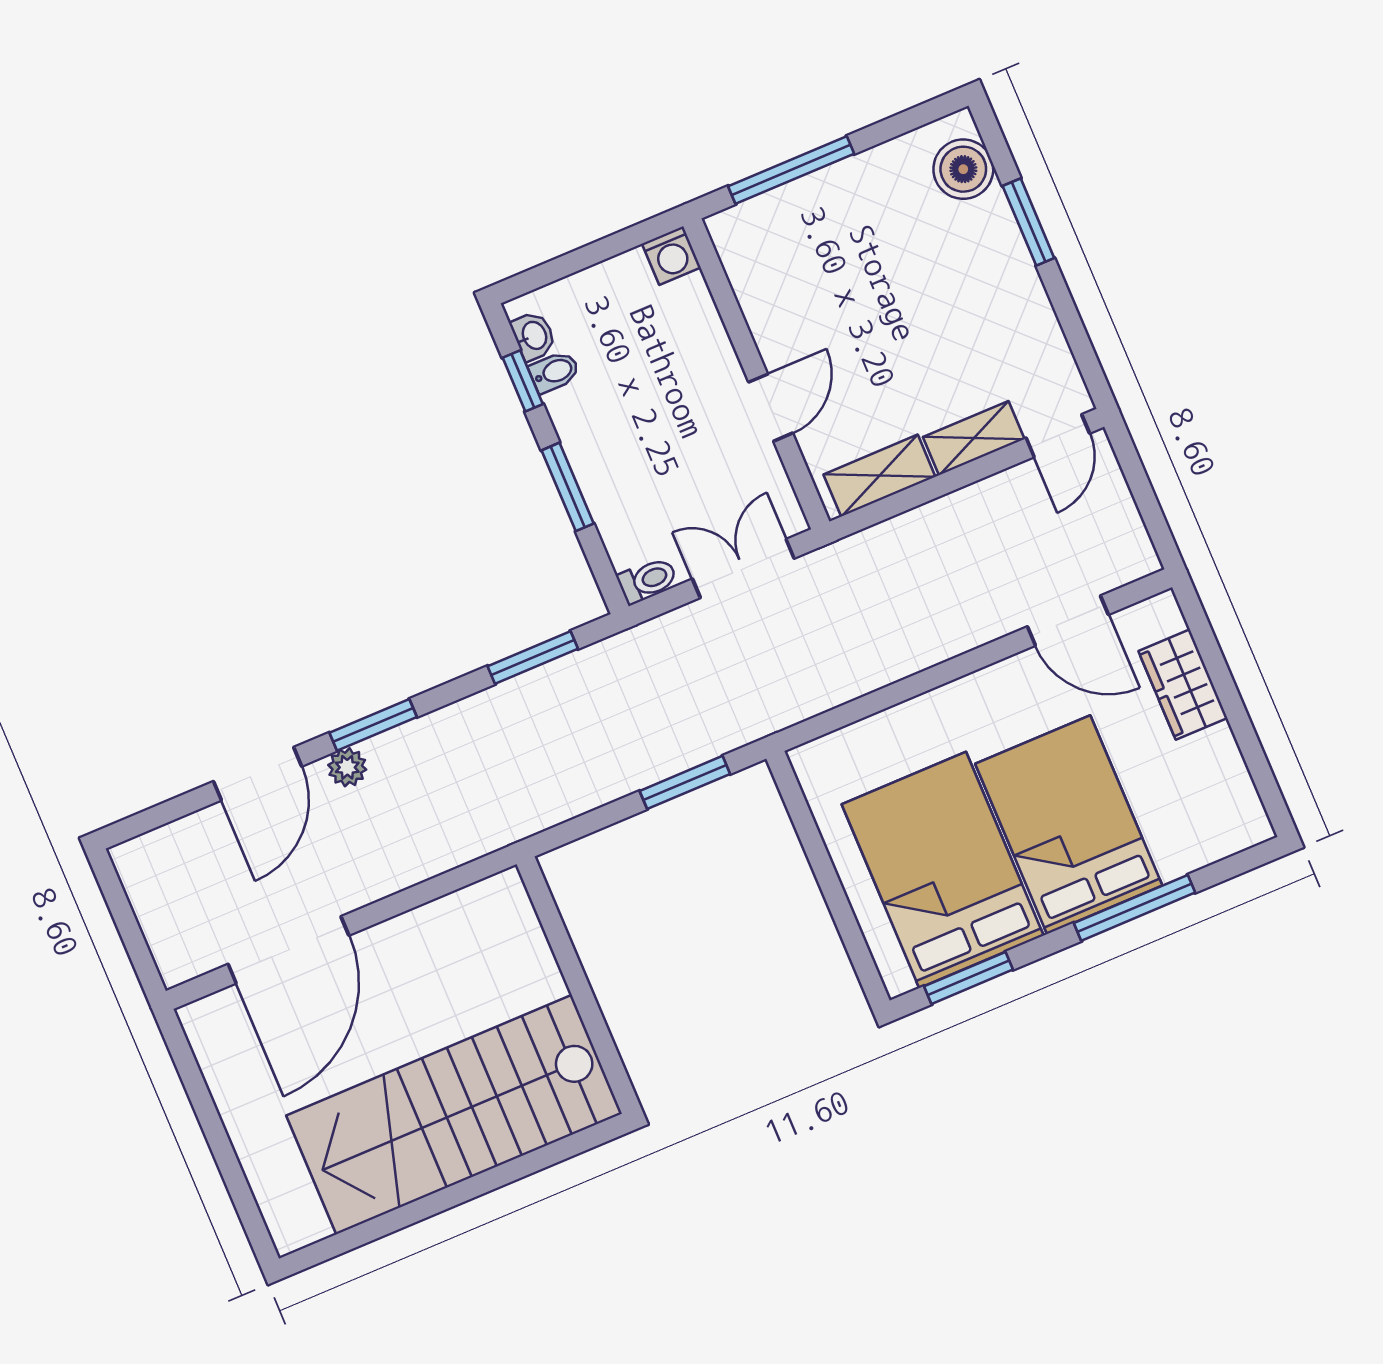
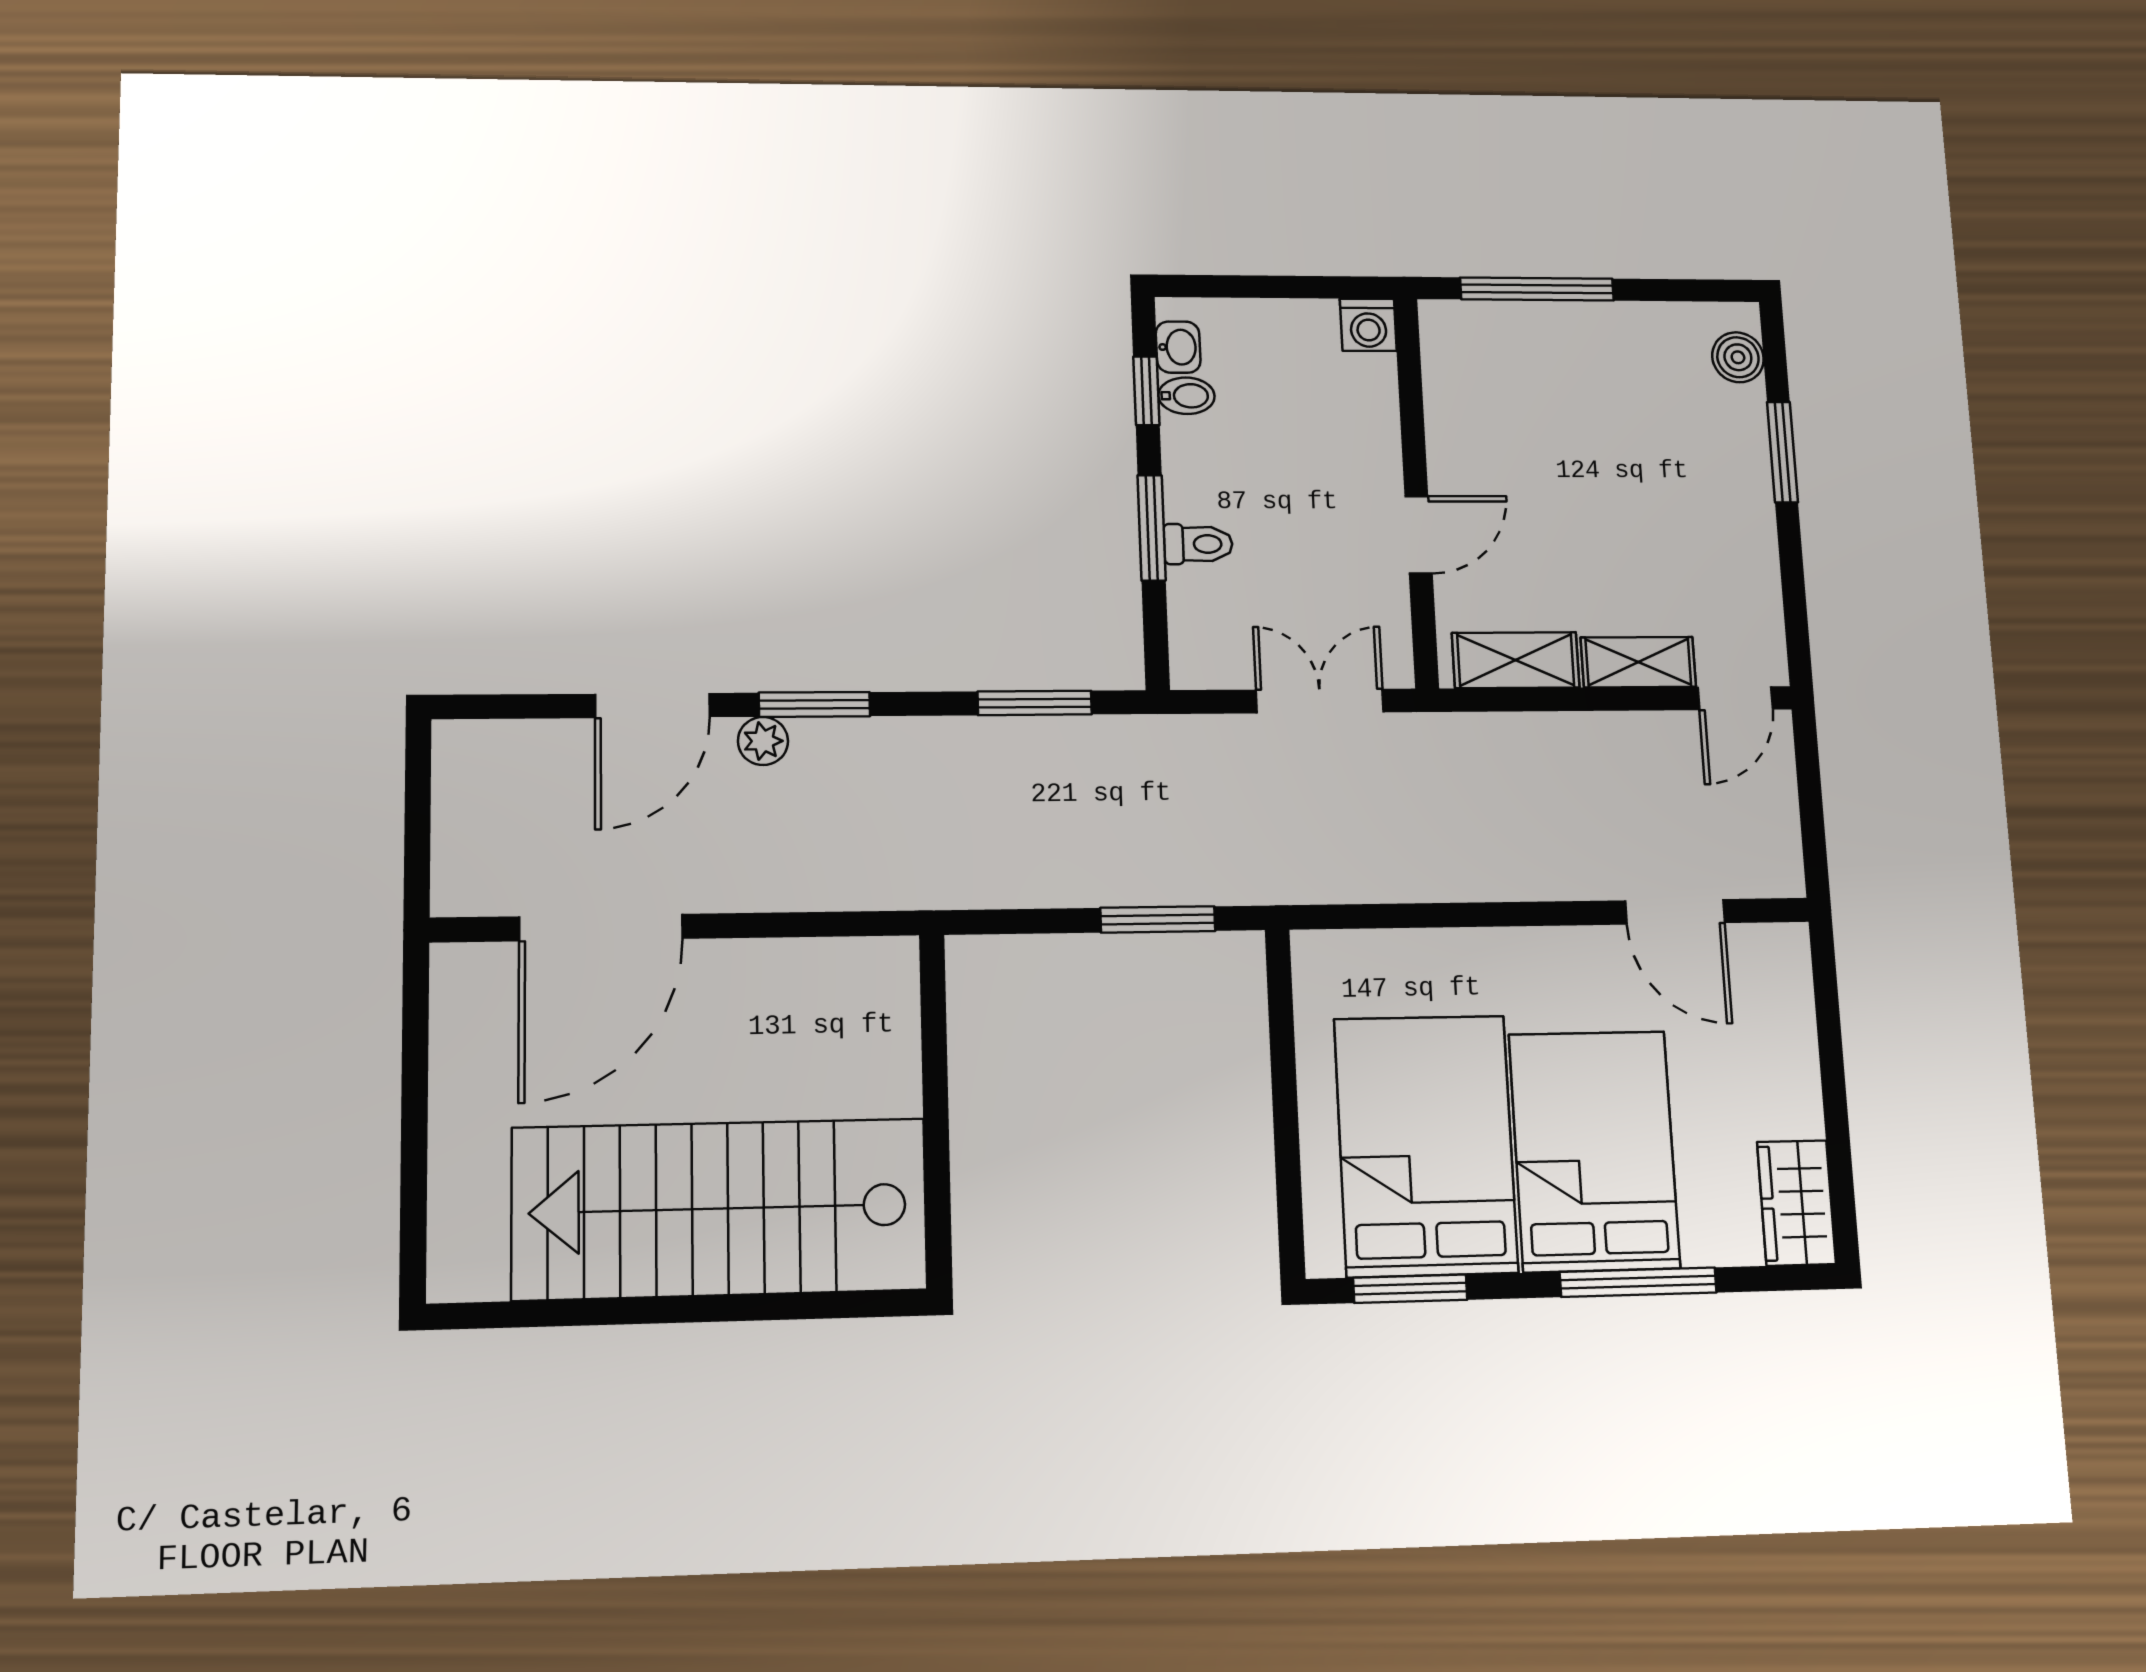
boiler: (963, 169) -> (1738, 357), width x0.73, depth x0.73
toilet: (647, 580) -> (1198, 544), moved
wardrobe: (1183, 685) -> (1796, 1203), moved

